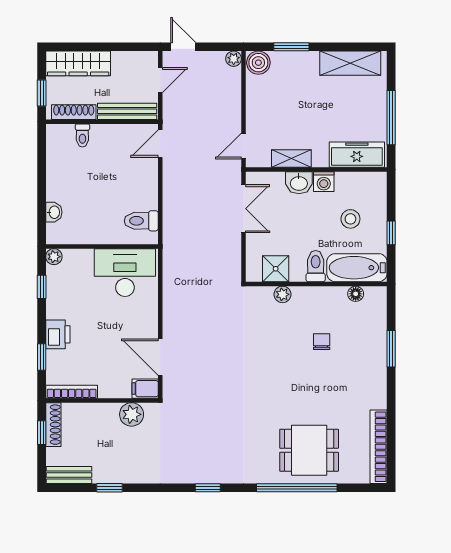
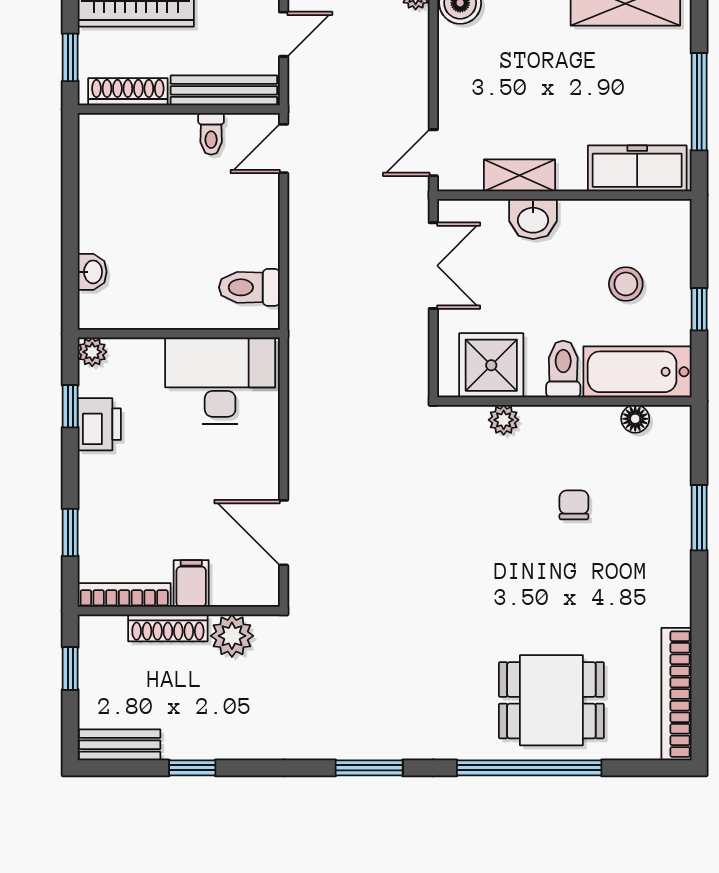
toilet: (82, 135) -> (211, 134), moved
washing machine: (324, 182) -> (578, 217), removed
shower: (276, 269) -> (491, 365), width x1.36, depth x1.36
printer: (58, 334) -> (99, 424), moved
filing cabinet: (145, 389) -> (191, 583), moved, turned 90
shoe rack: (53, 425) -> (168, 628), moved, turned 90
window: (208, 488) -> (369, 768), width x1.50

